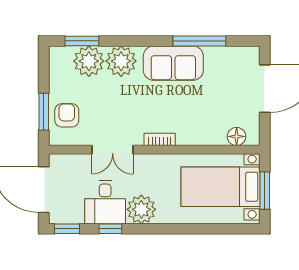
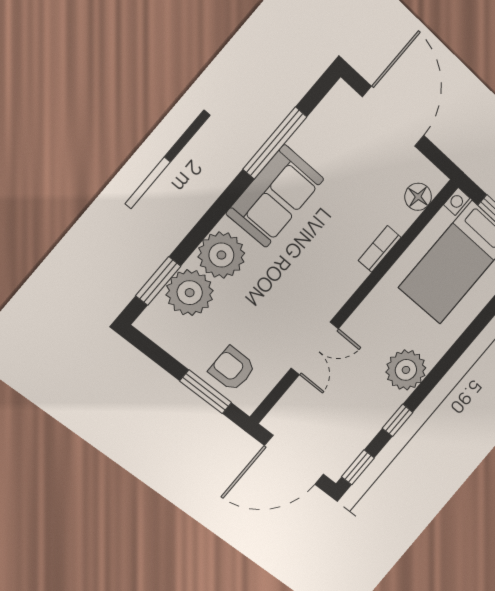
bookcase: (160, 139) -> (380, 249), moved
desk: (105, 202) -> (365, 403), removed

